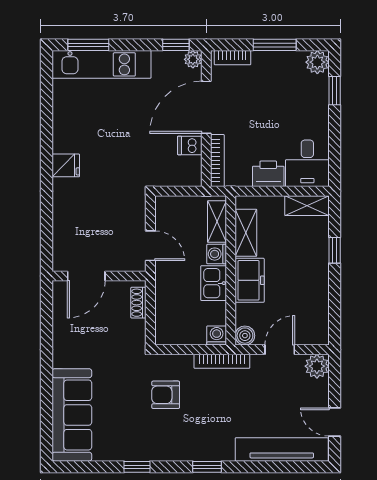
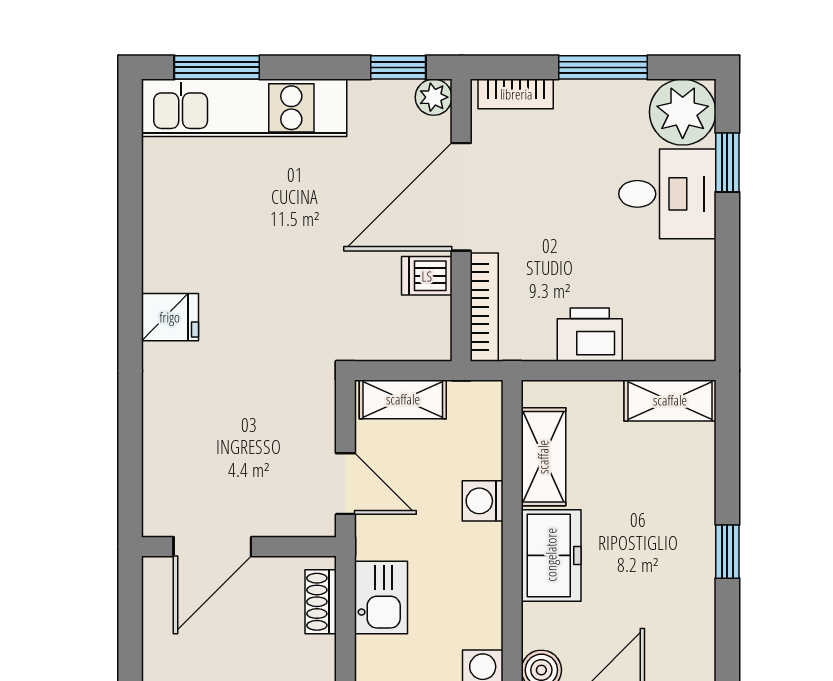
plant: (317, 62) -> (683, 112), width x1.36, depth x1.36
desk: (307, 163) -> (667, 194), moved, turned -90
shelving: (217, 222) -> (403, 399), moved, turned 90
window: (335, 250) -> (727, 552), moved
kitchen sink: (214, 283) -> (381, 598), moved, turned 180

